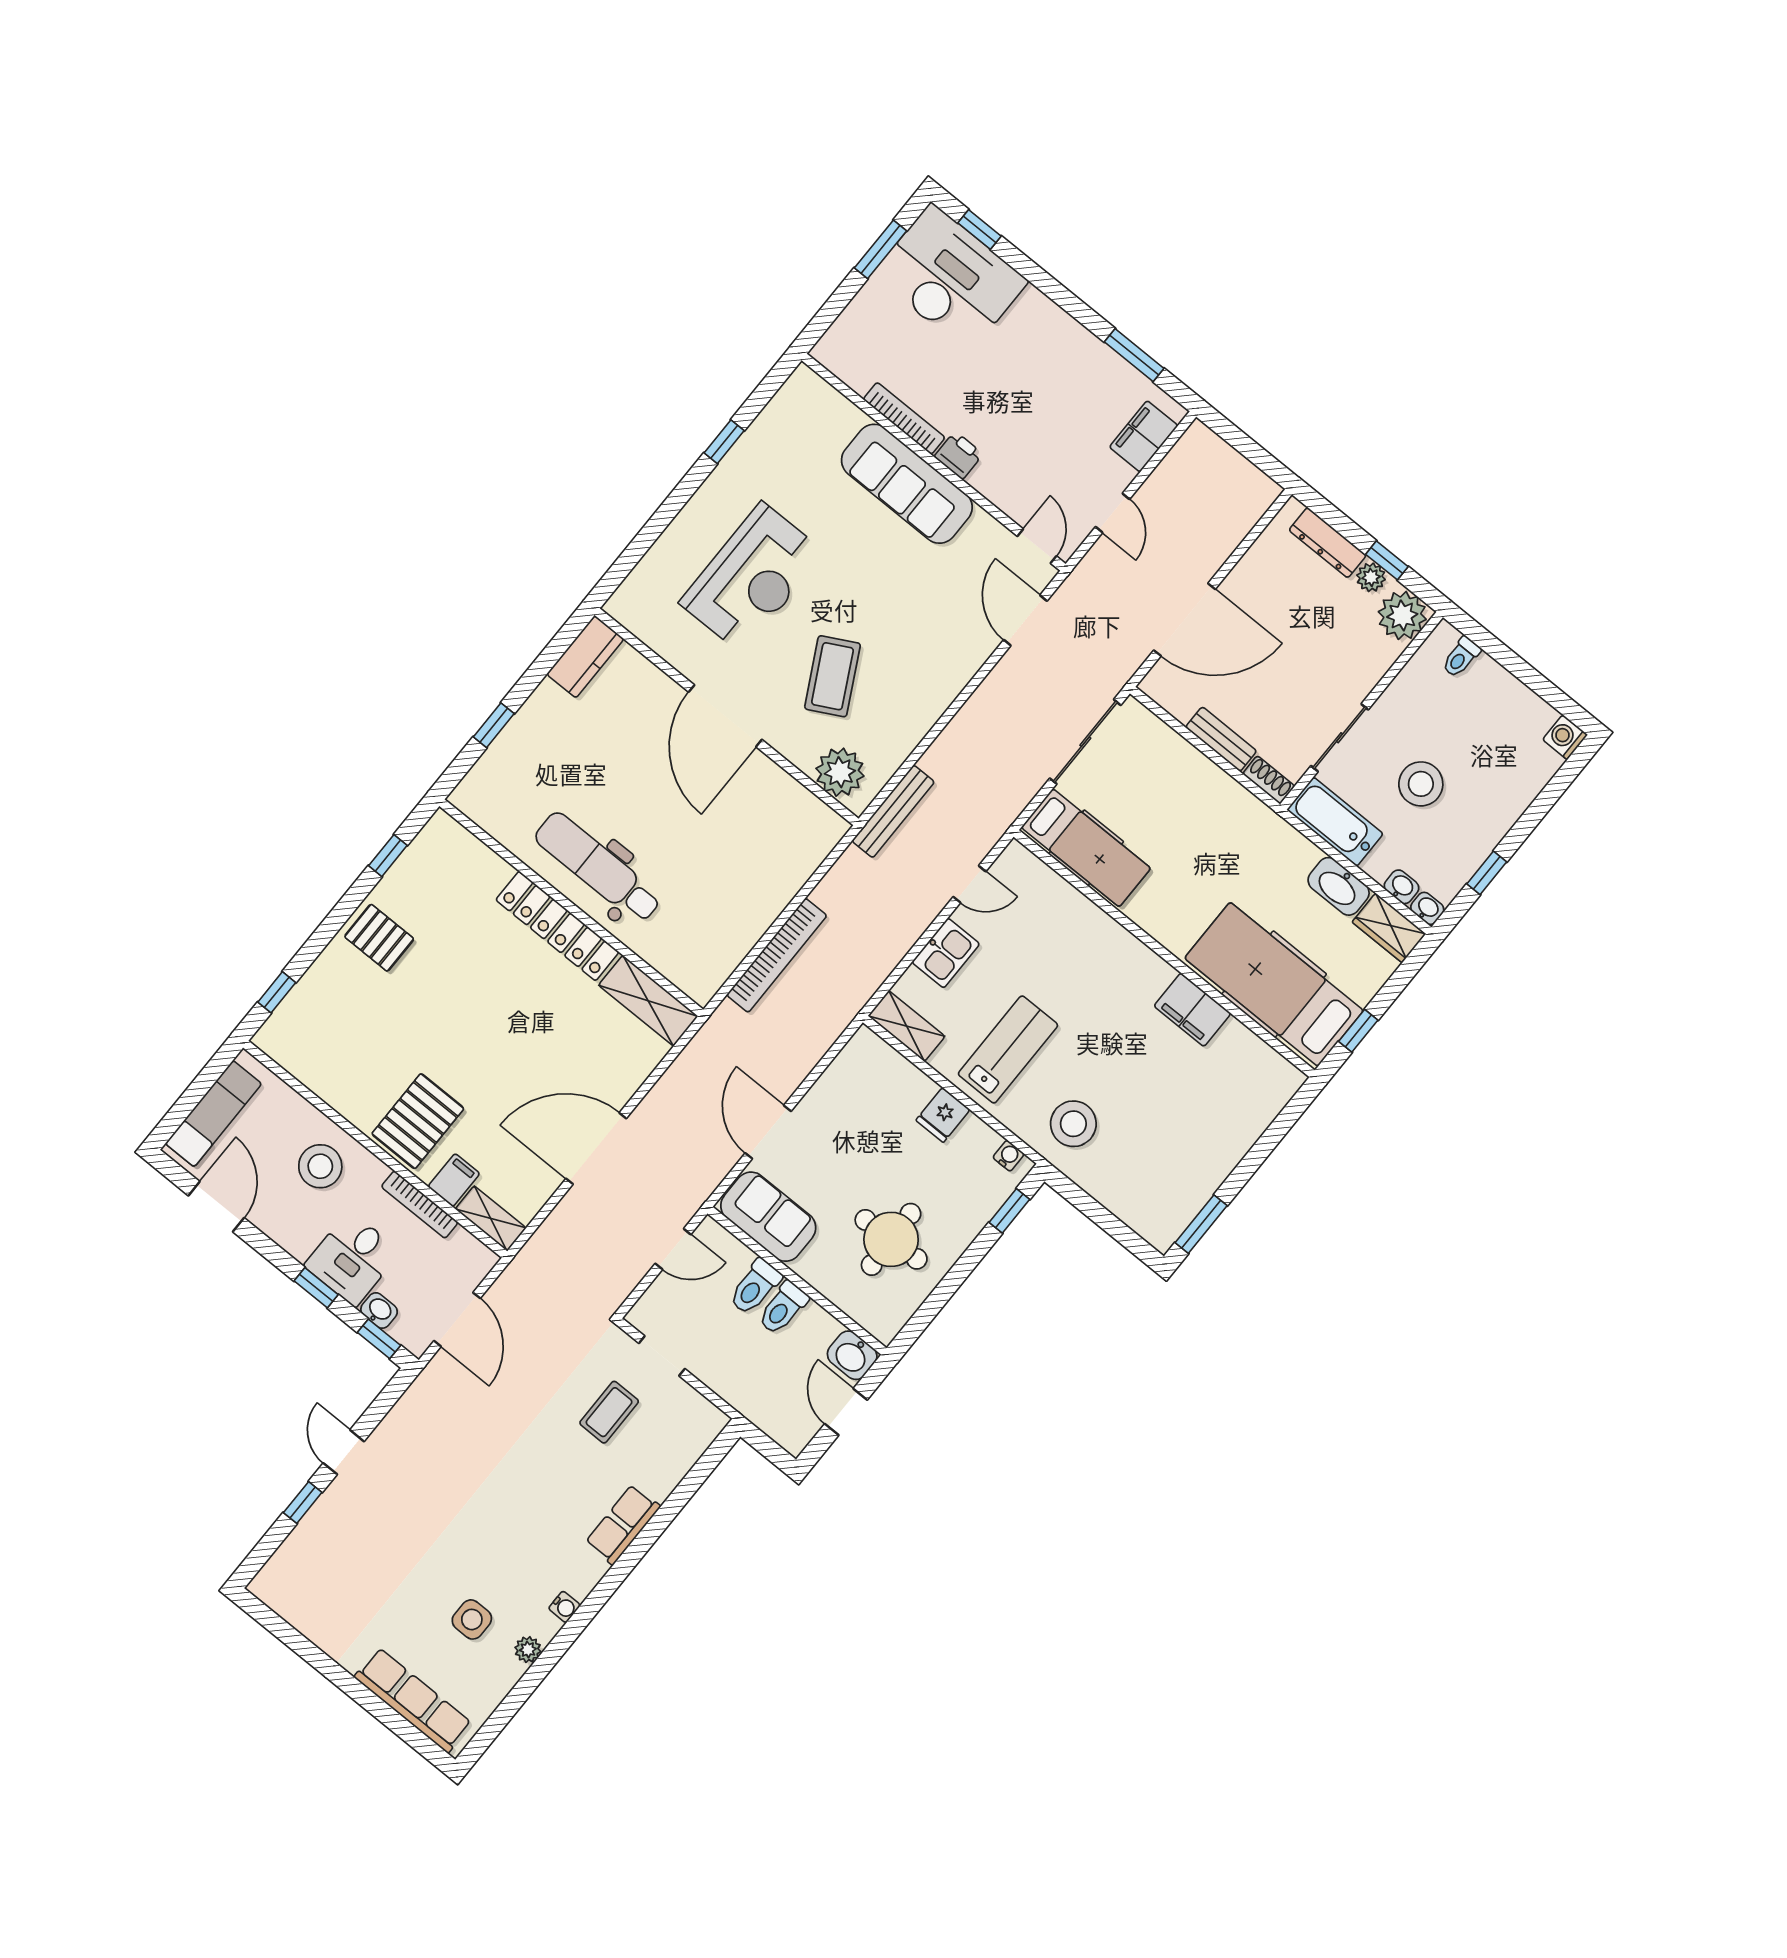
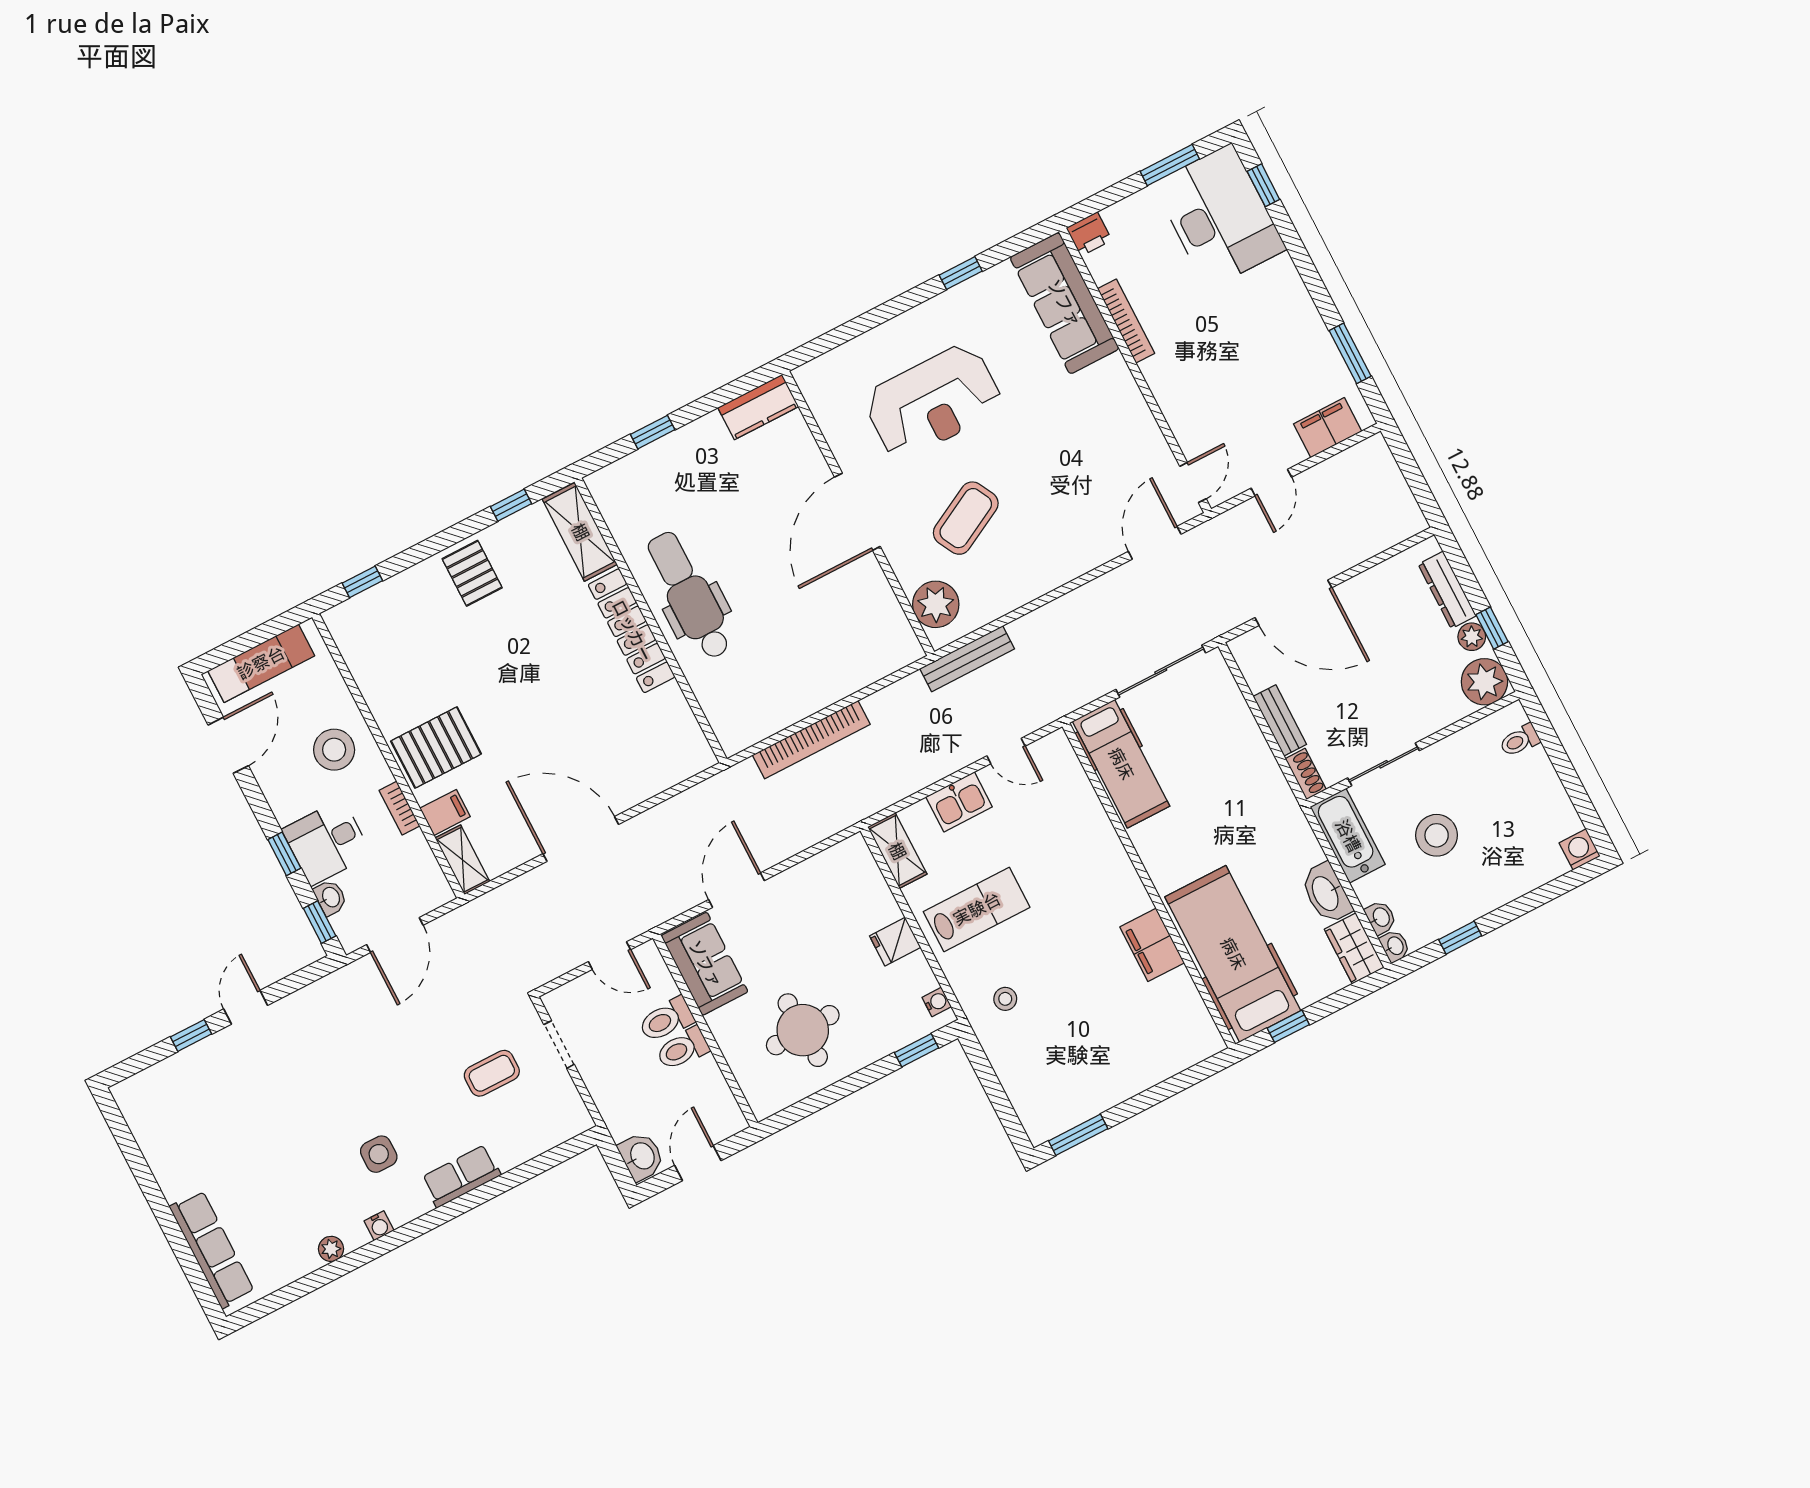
printer: (959, 455) -> (1089, 234), moved, turned 90
sofa: (907, 484) -> (1064, 303), moved
shelving: (648, 1001) -> (580, 532), moved
stool: (1073, 1124) -> (1005, 999), width x0.53, depth x0.53
bookcase: (420, 1205) -> (399, 808), width x0.64
washbasin: (852, 1355) -> (641, 1156), moved, turned 180
side table: (472, 1619) -> (379, 1154), moved

